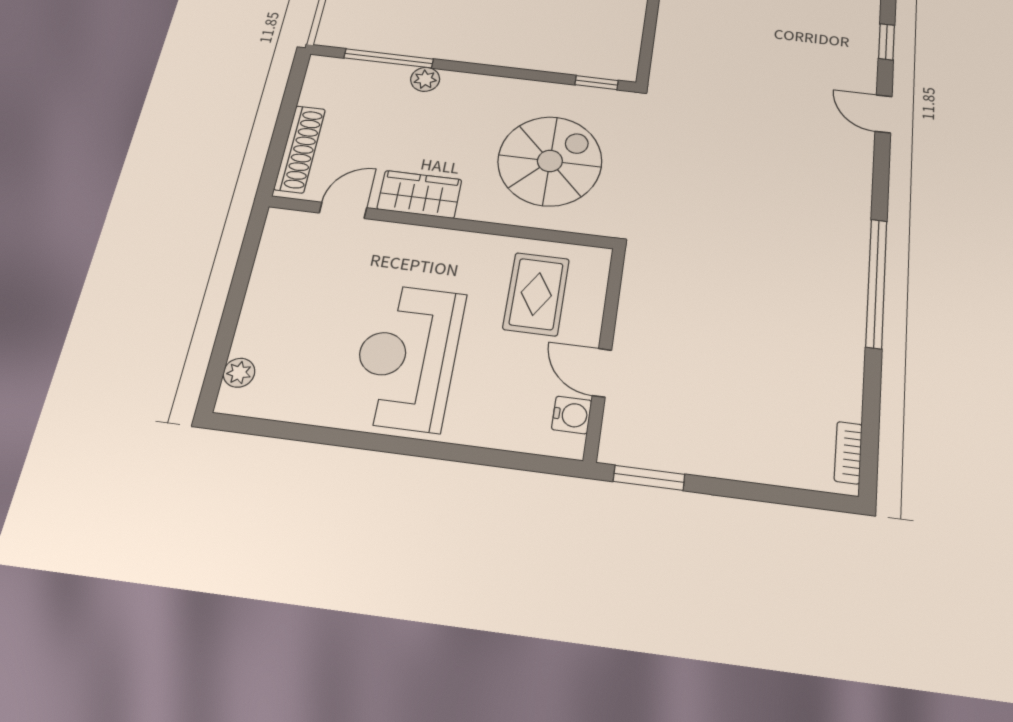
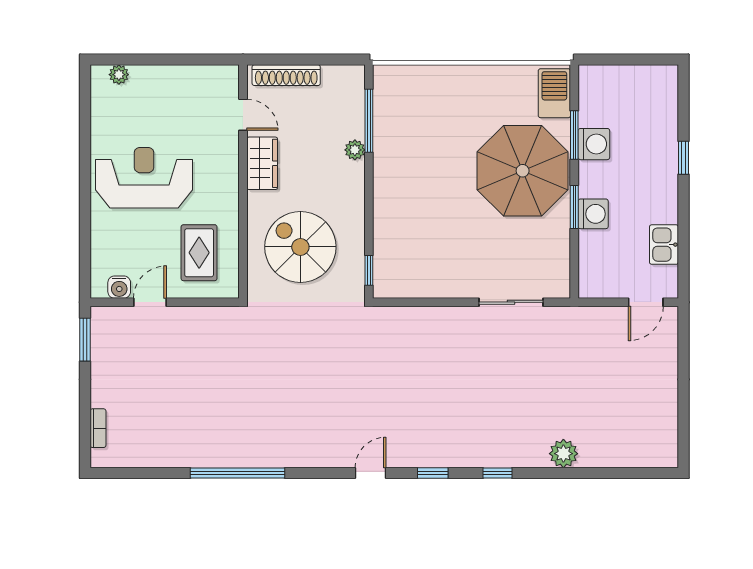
spiral stairs: (550, 161) -> (300, 247), turned 180
rug: (536, 294) -> (199, 253), turned 90
bookcase: (848, 453) -> (98, 428), moved, turned 90

